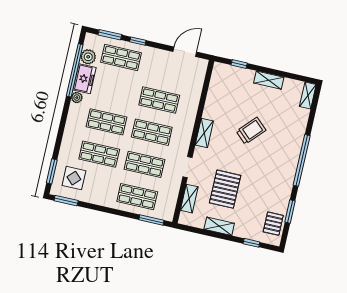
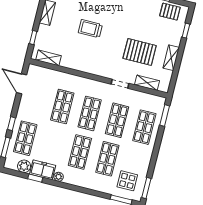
window: (75, 70) -> (35, 178), width x0.32
trolley: (251, 131) -> (90, 29), turned -43
shelving: (204, 133) -> (48, 58), moved

